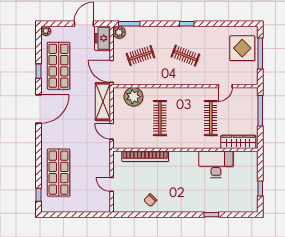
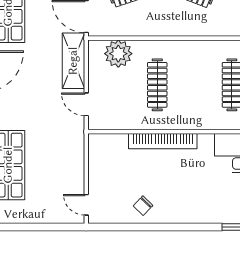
bookcase: (145, 156) -> (163, 141), moved
door: (112, 184) -> (86, 205), moved

